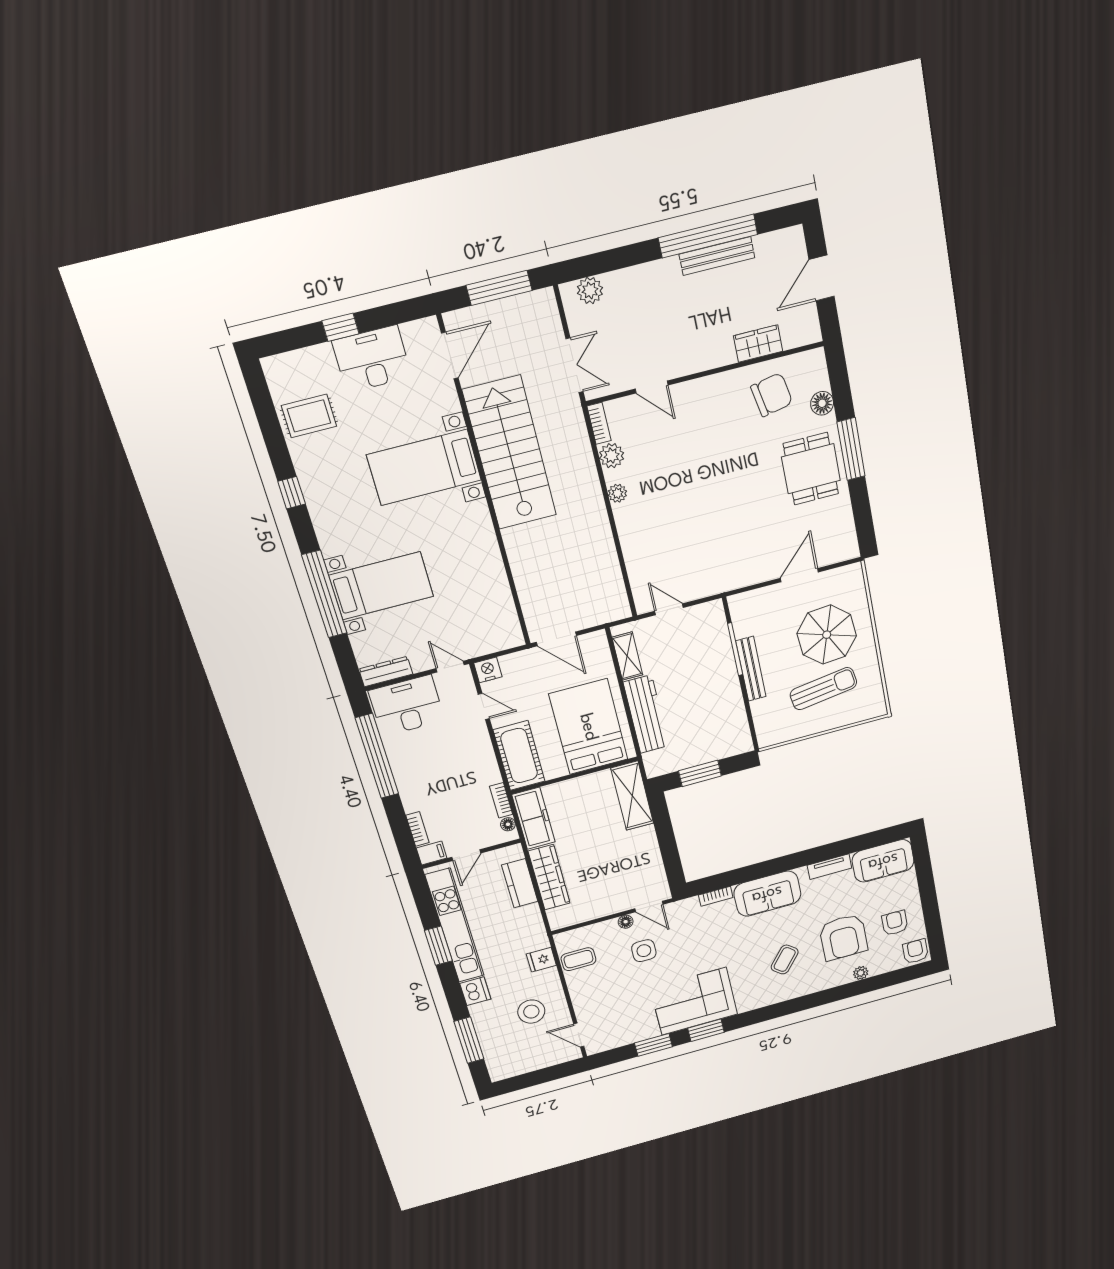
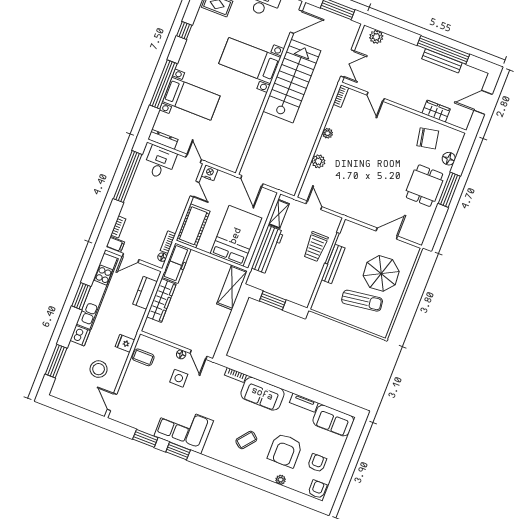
plant: (612, 456) -> (318, 161), moved
trolley: (710, 663) -> (316, 247), added
desk: (407, 706) -> (160, 162), width x0.73

